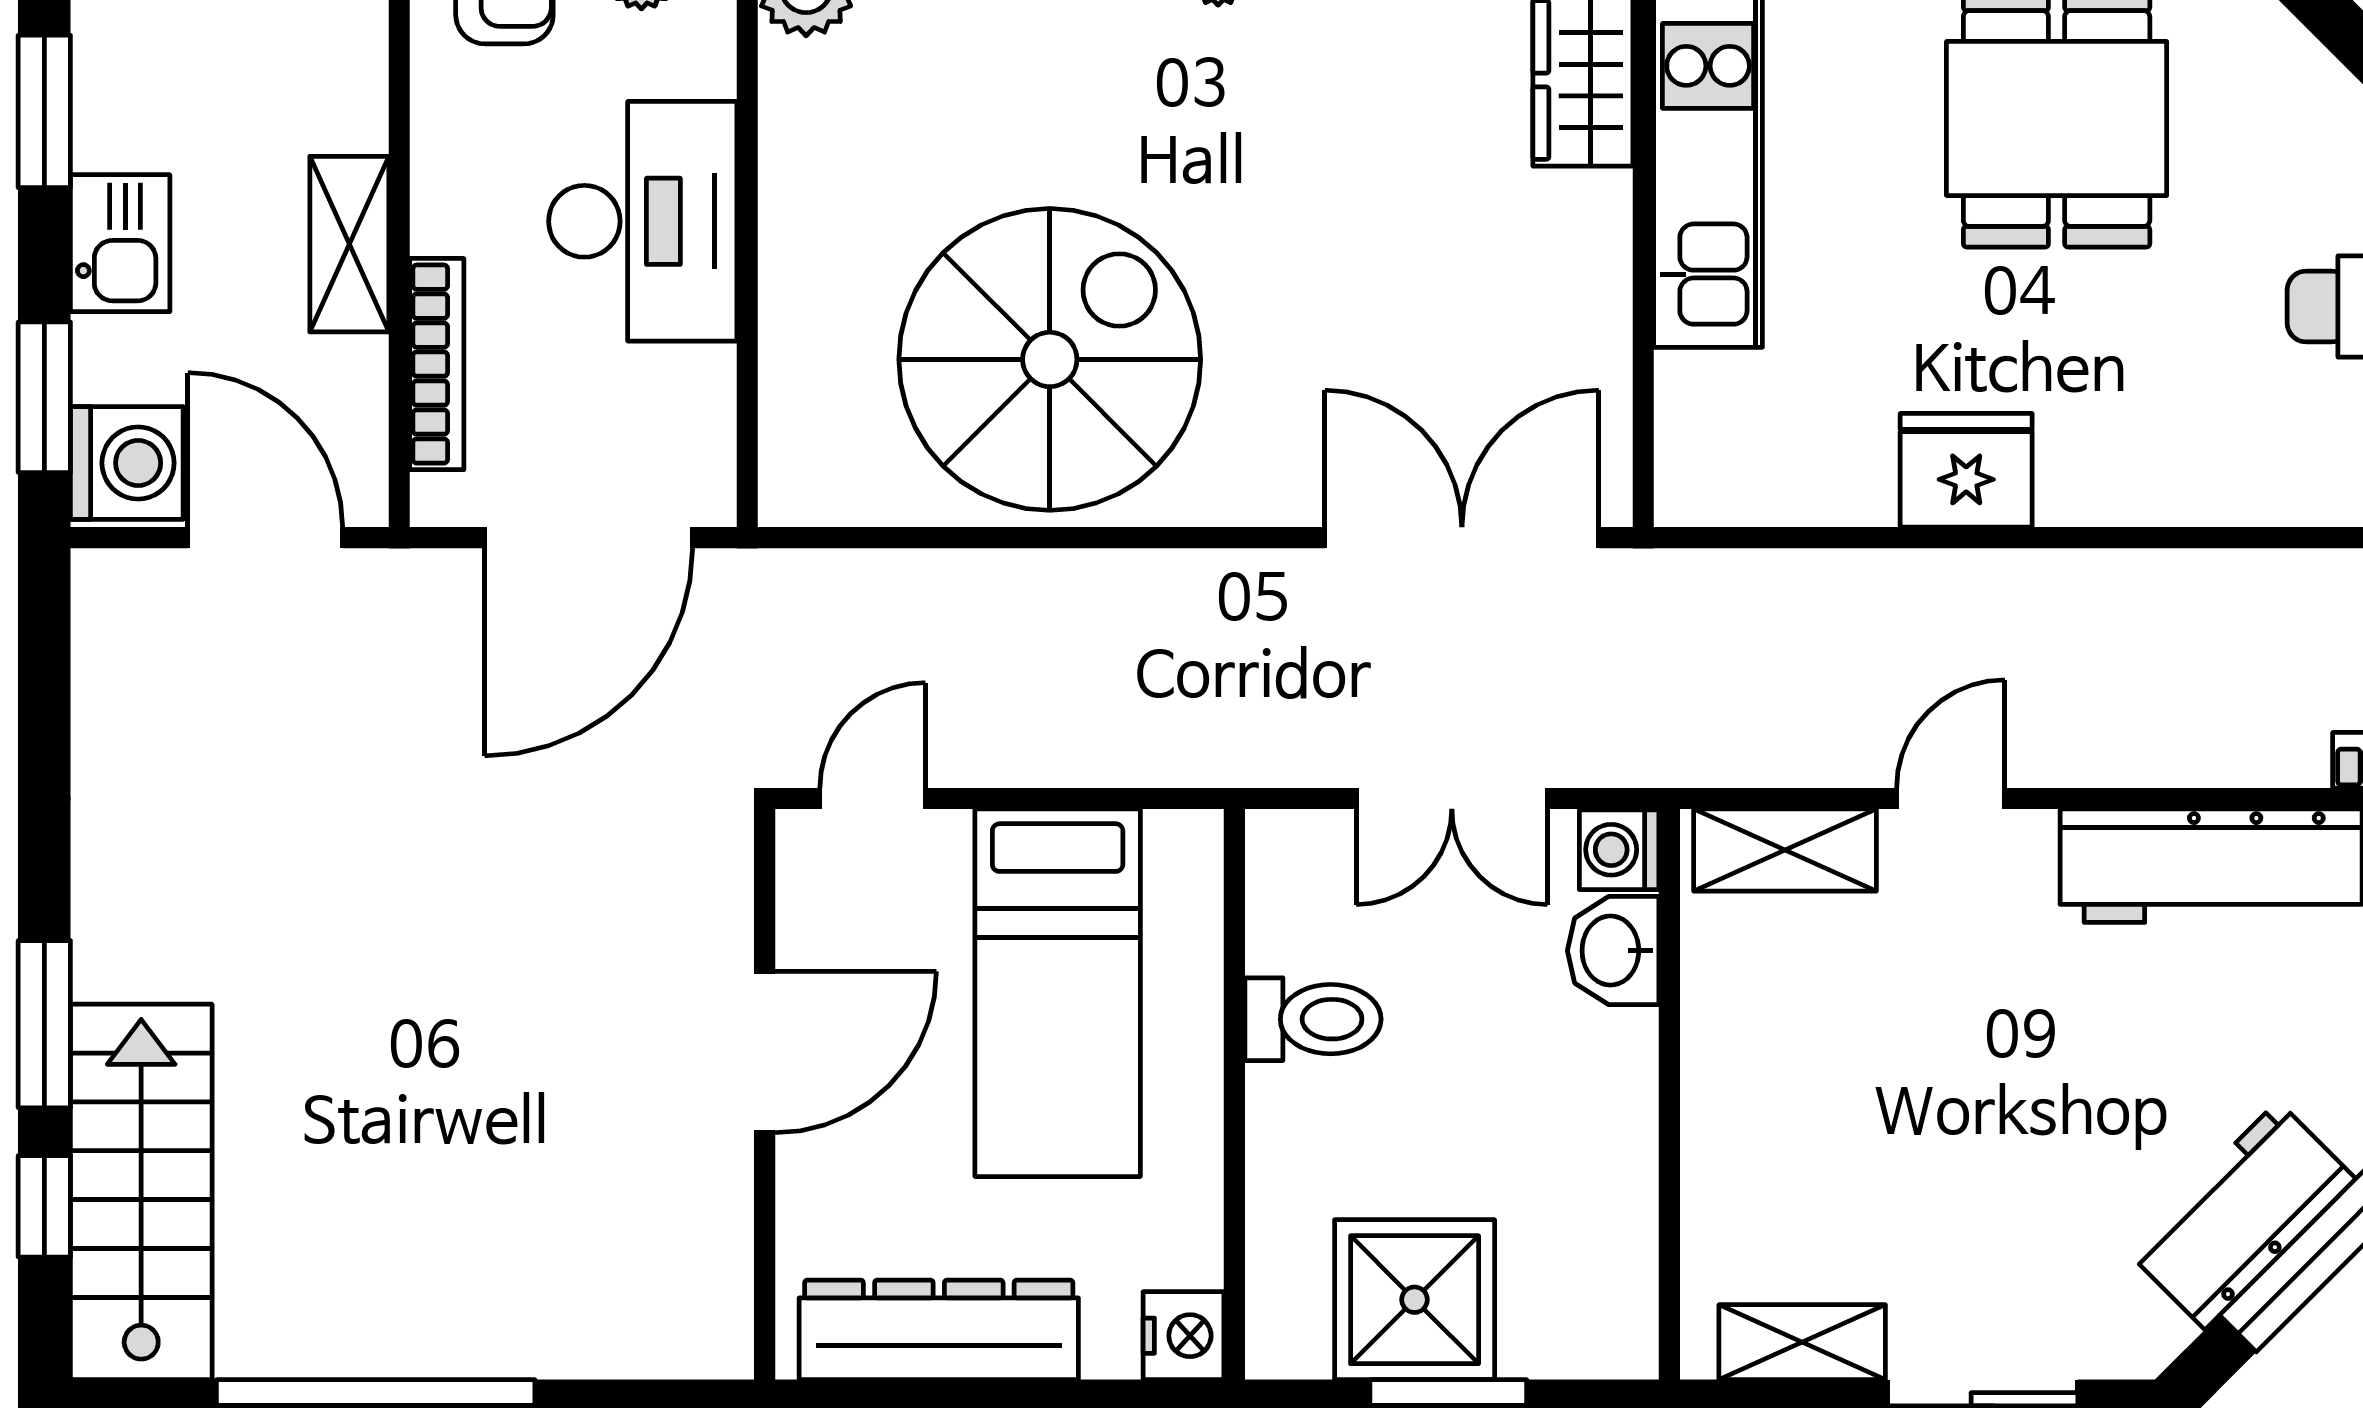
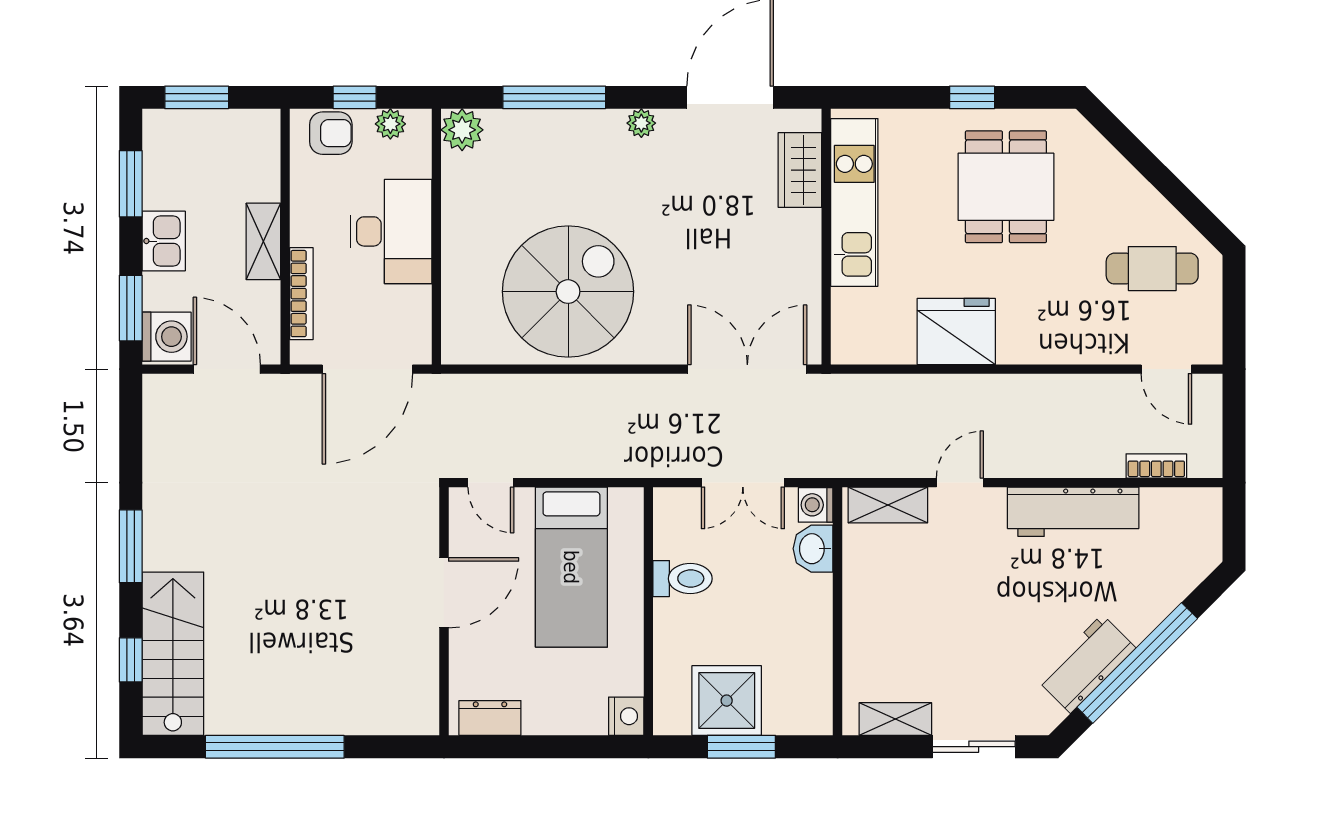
fridge: (1966, 470) -> (956, 331), width x1.36, depth x1.34
door: (873, 799) -> (491, 483), swing flipped
window: (44, 1024) -> (131, 546), moved
dresser: (939, 1330) -> (490, 718), width x0.51, depth x0.80

